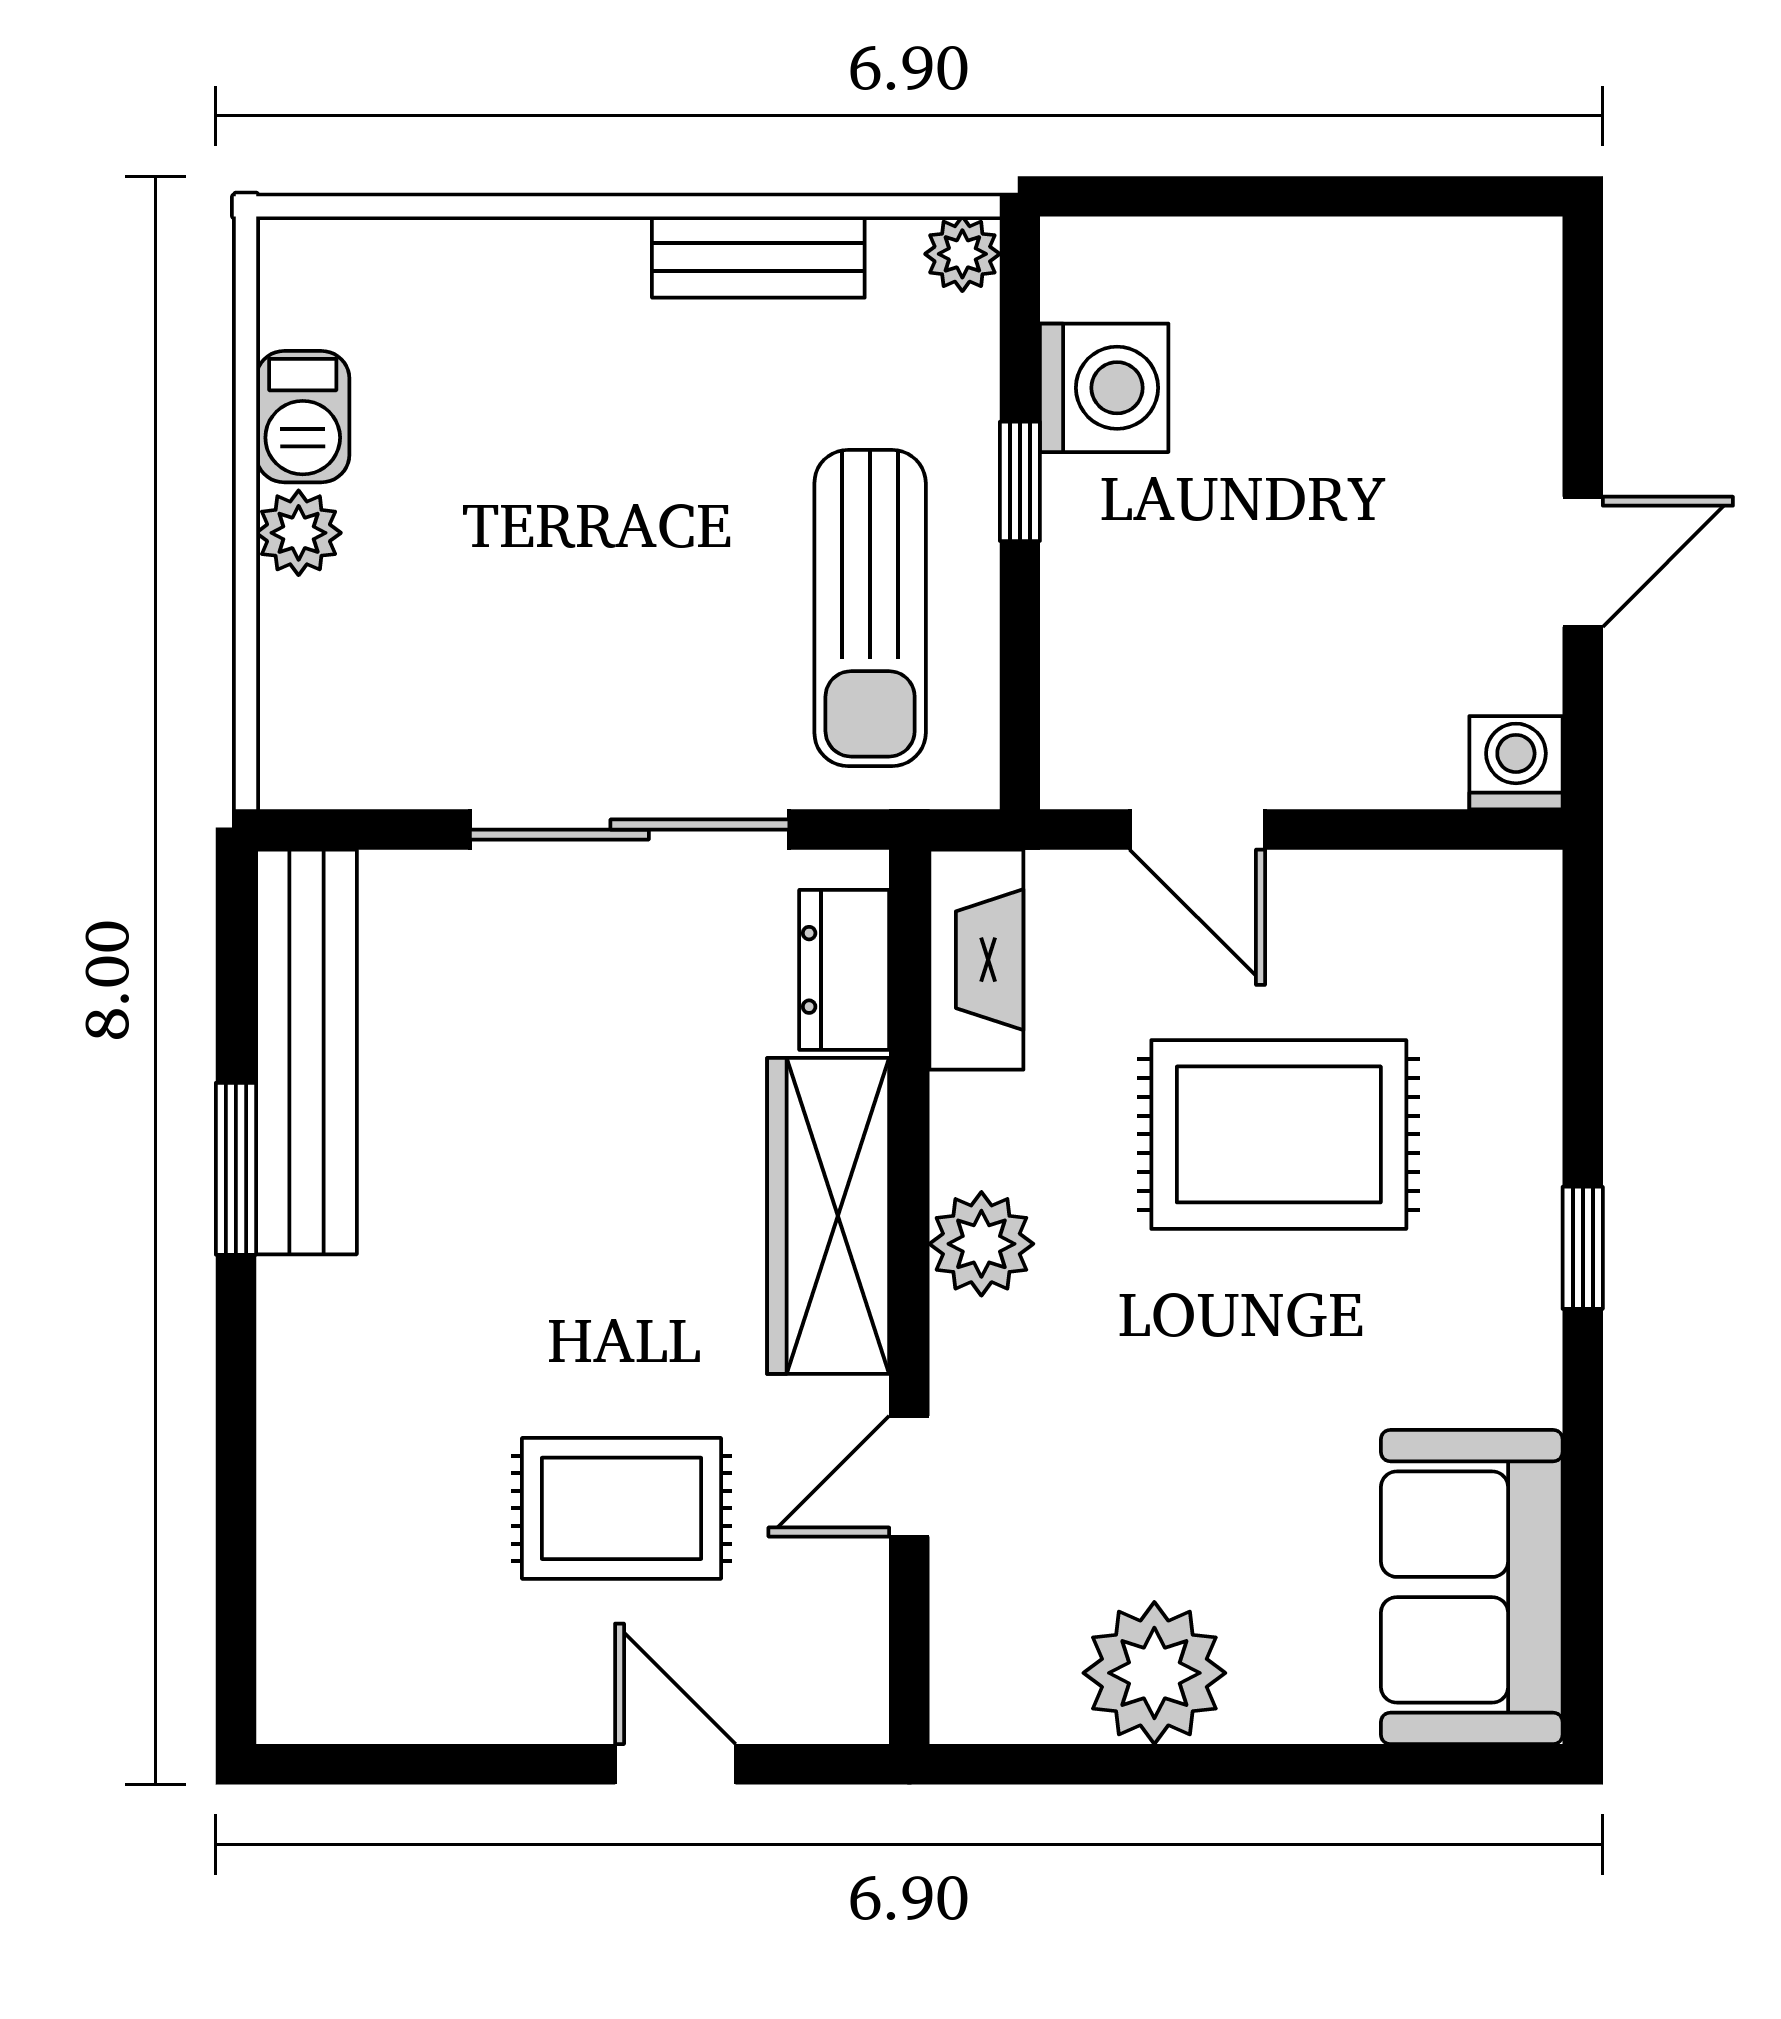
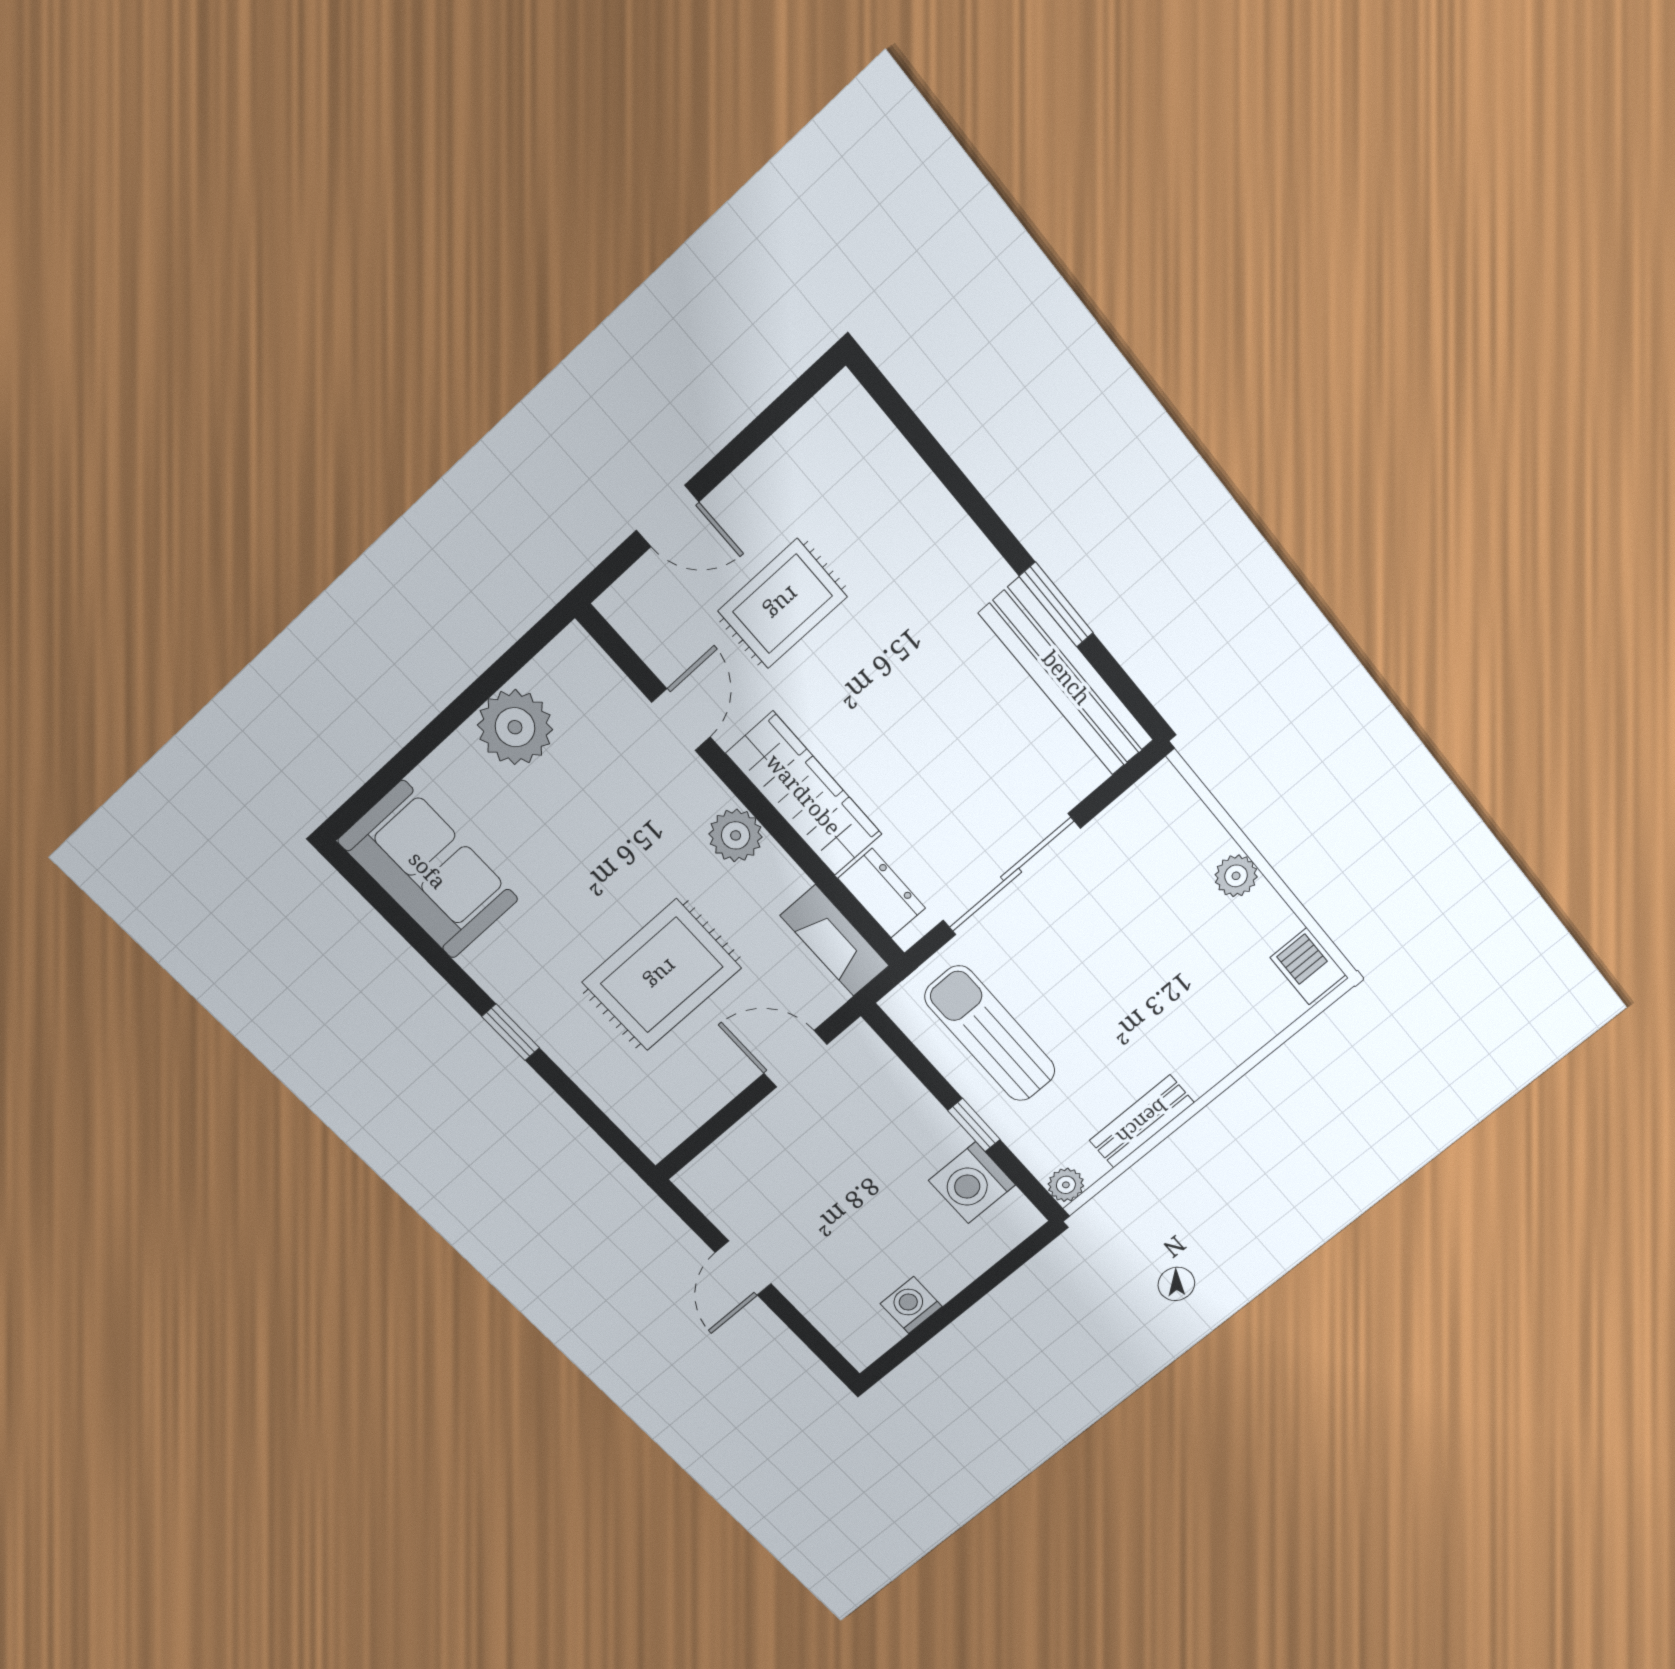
barbecue: (303, 417) -> (1308, 966), moved
washing machine: (1516, 763) -> (911, 1305), moved, turned 180

